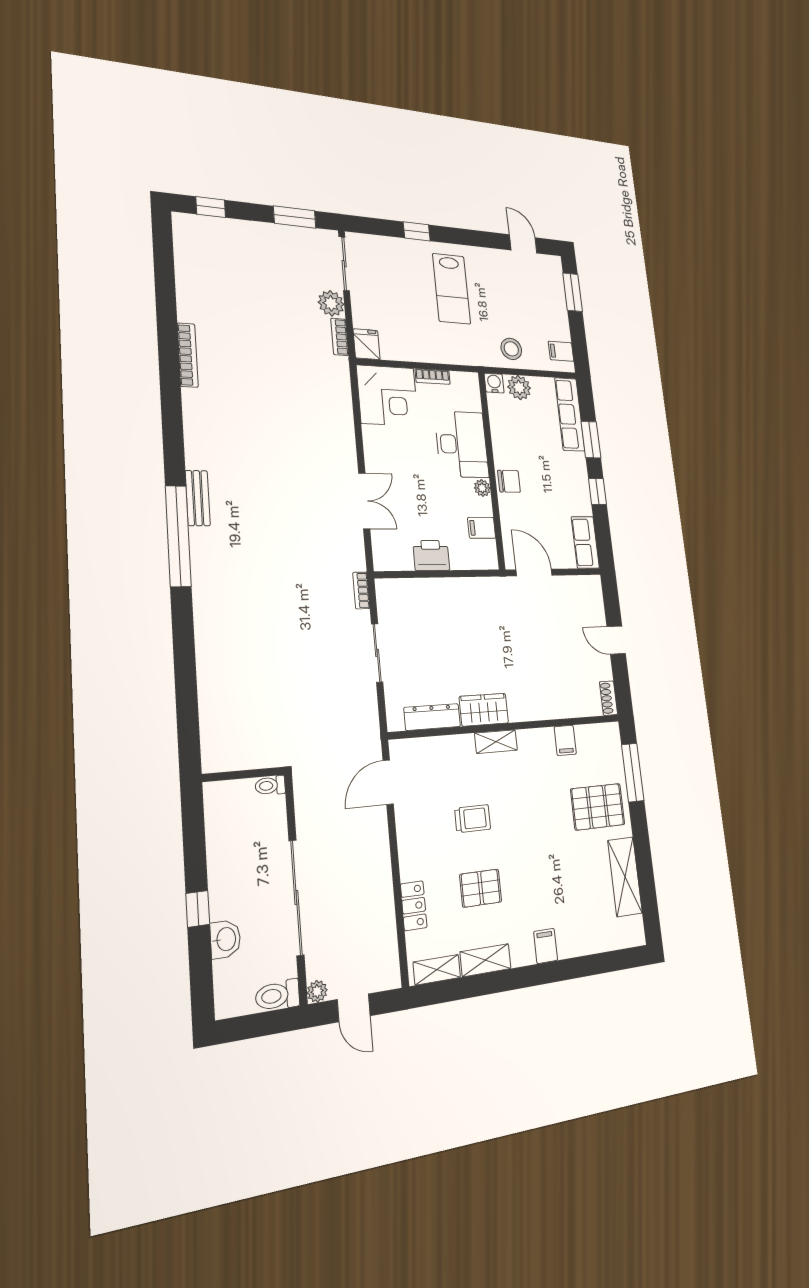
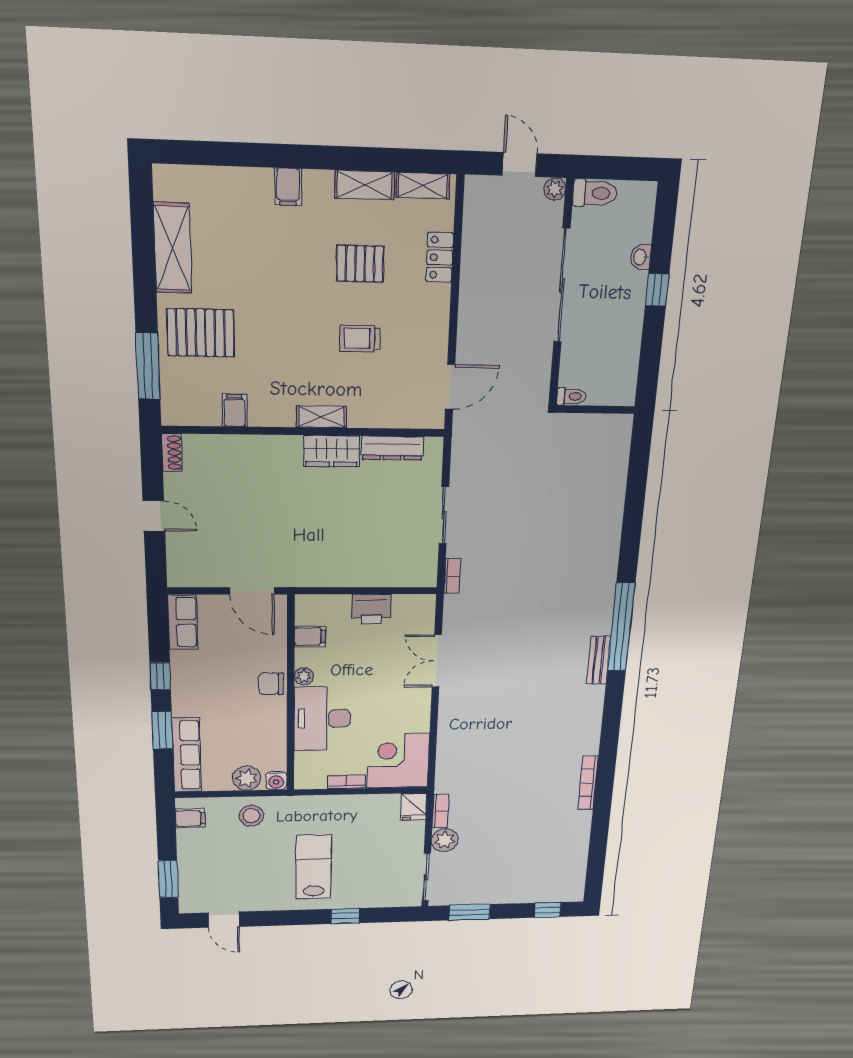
washbasin: (225, 939) -> (640, 257), width x0.72, depth x0.69

